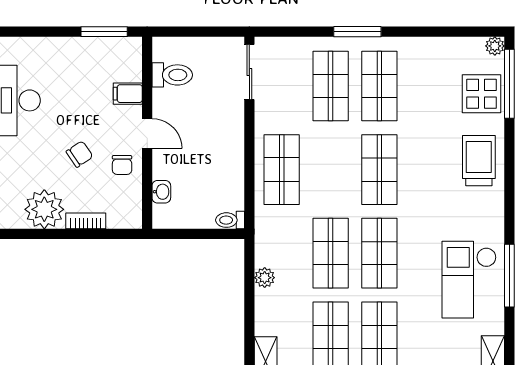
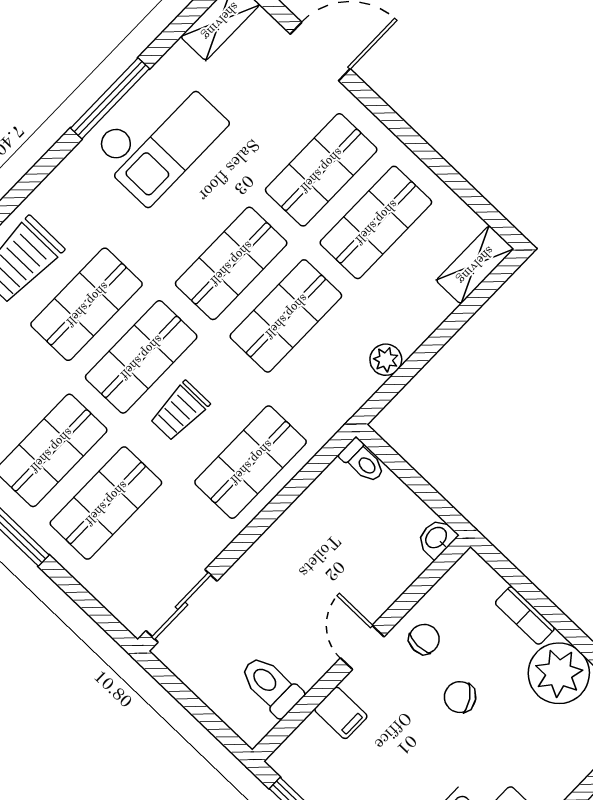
trolley: (337, 162) -> (180, 411), added
shop shelf: (428, 170) -> (87, 304), added
washbasin: (161, 192) -> (437, 538), moved

